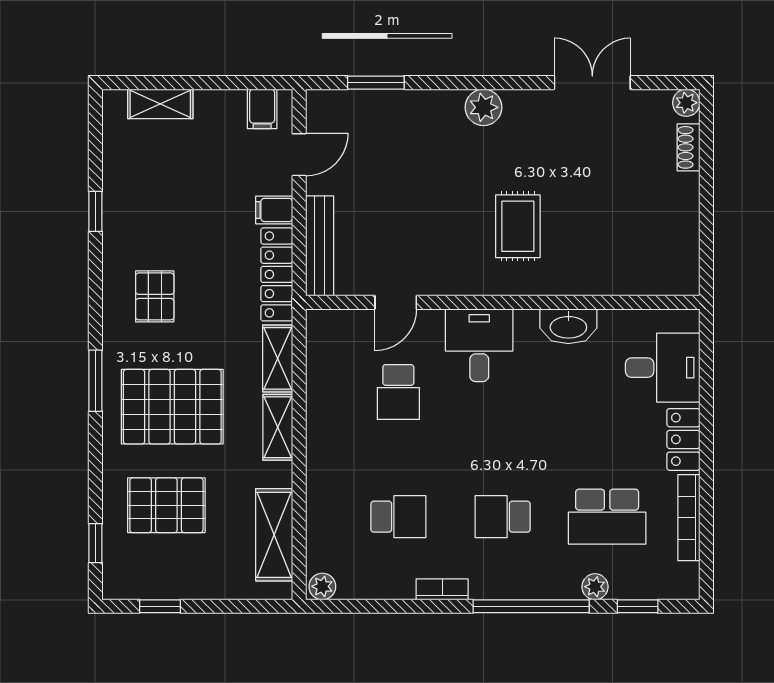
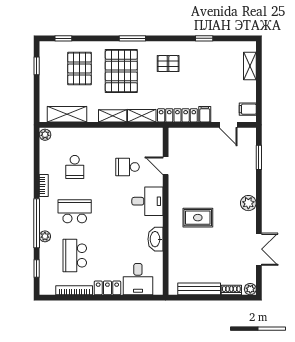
bench: (320, 246) -> (199, 289), moved
school desk: (503, 517) -> (75, 211), width x1.85
plant: (595, 587) -> (45, 236), moved

